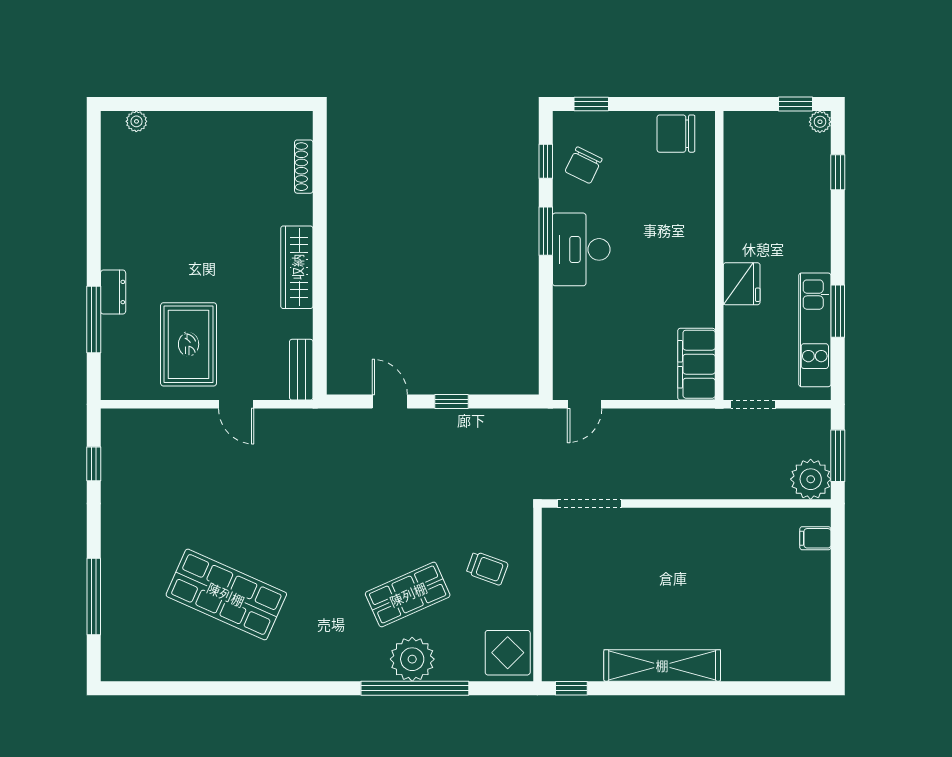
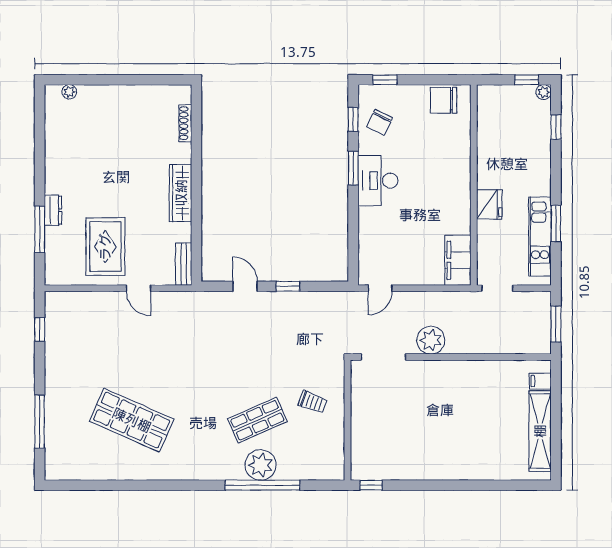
plant: (811, 479) -> (431, 340), moved
display table: (508, 653) -> (327, 461), removed
shelving: (662, 665) -> (540, 431), moved, turned 90

